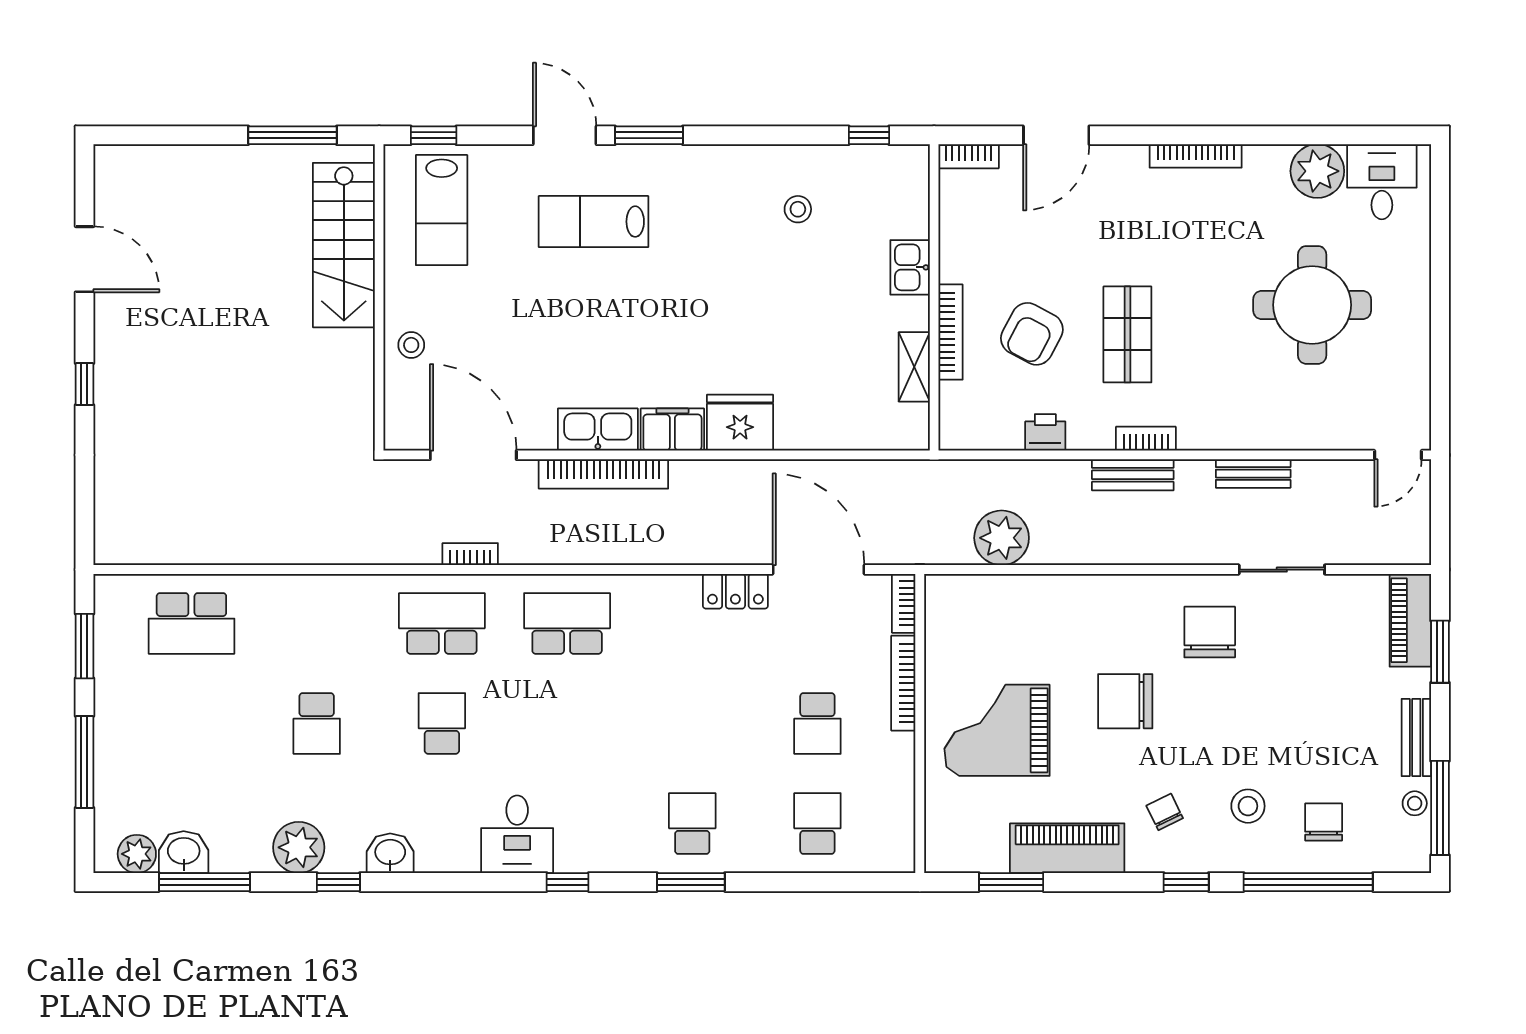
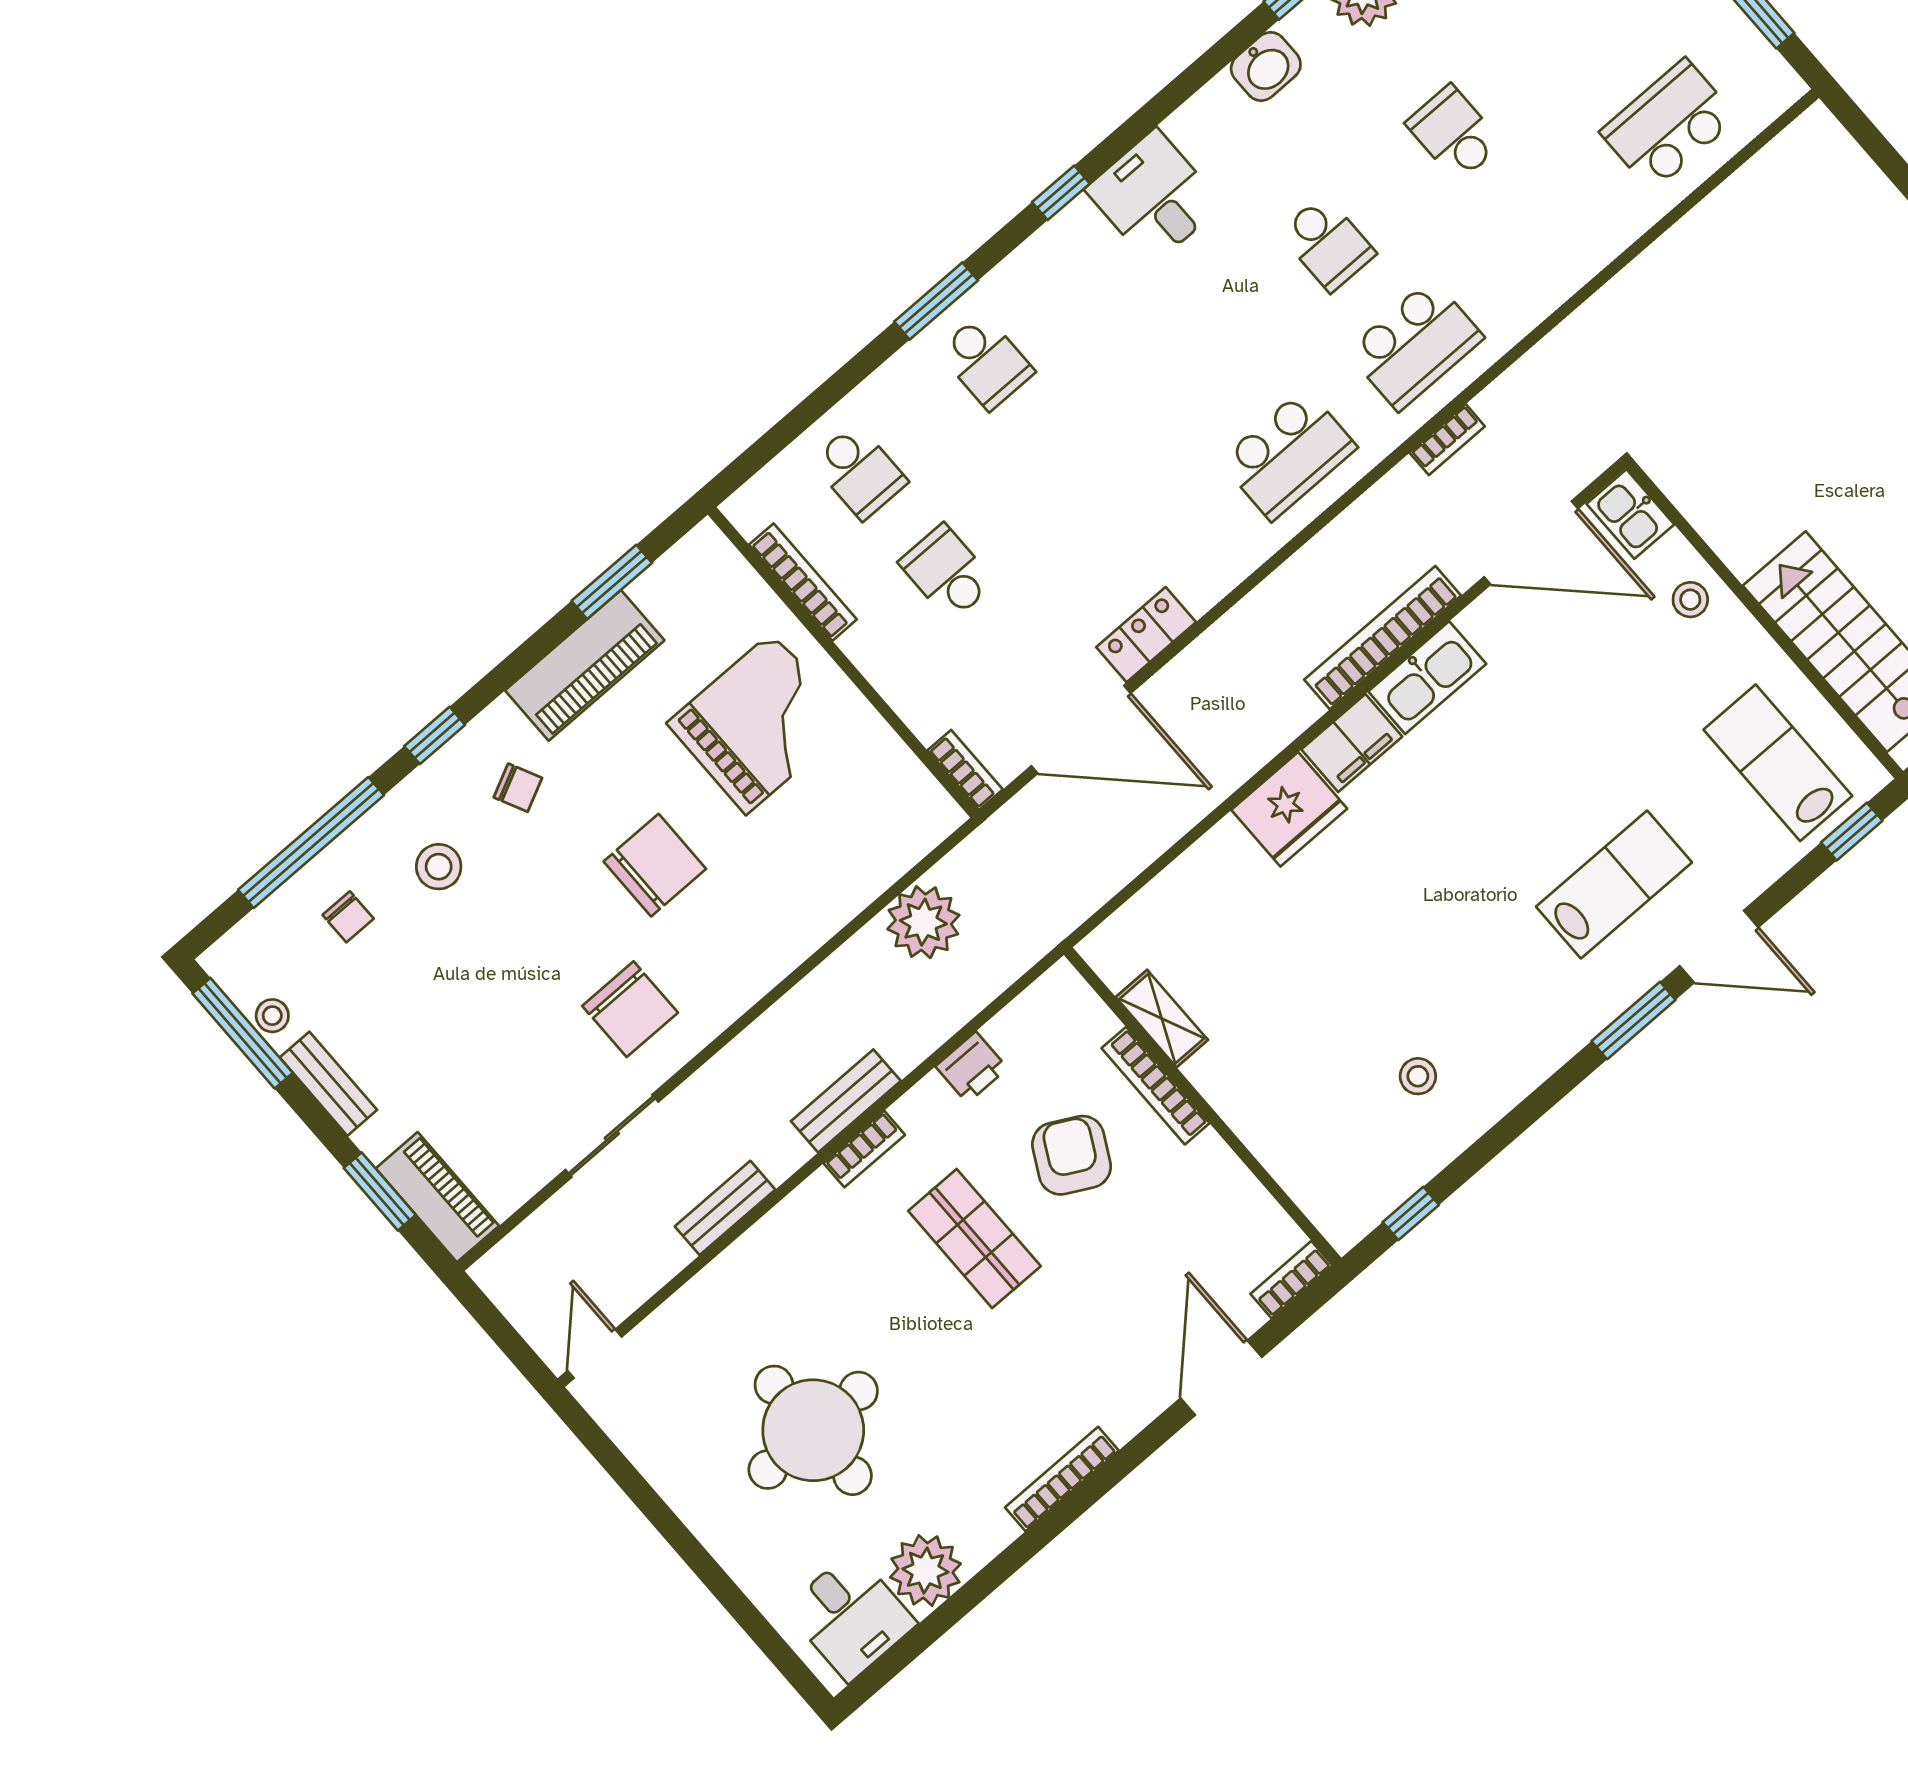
kitchen sink: (910, 267) -> (1630, 514), moved, turned 180
bookcase: (903, 683) -> (803, 582), moved
chair: (1324, 822) -> (348, 917), width x0.73, depth x0.73

